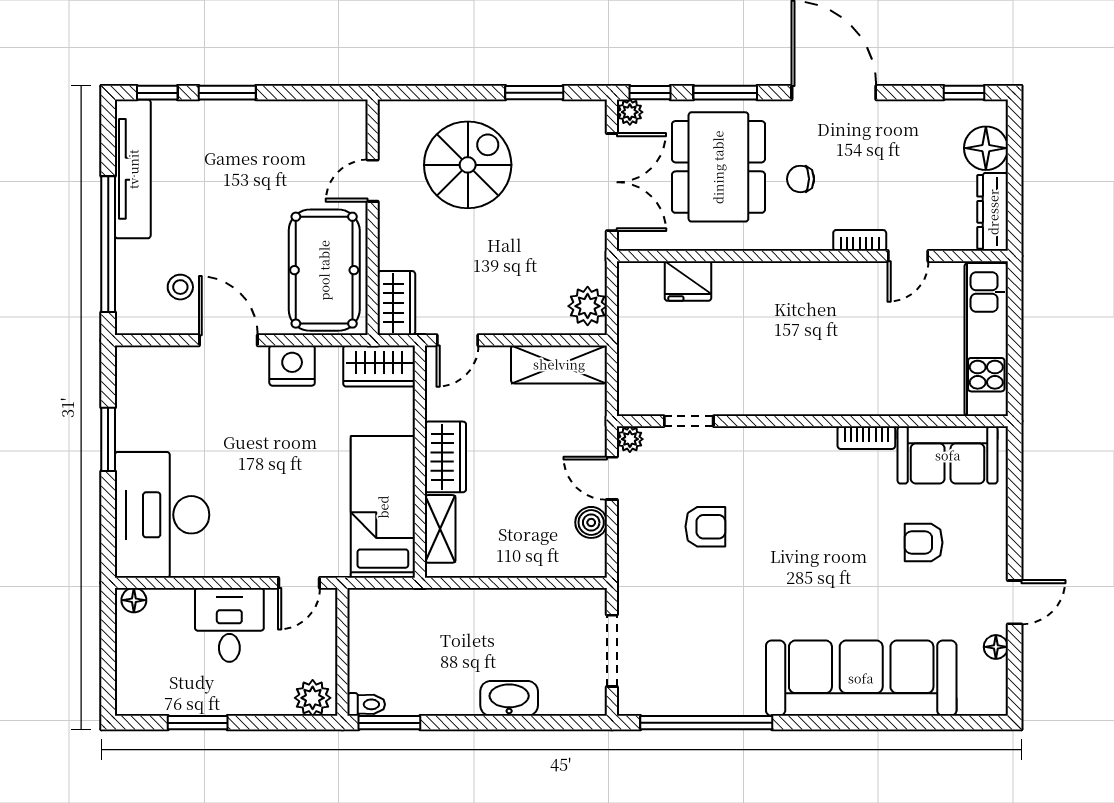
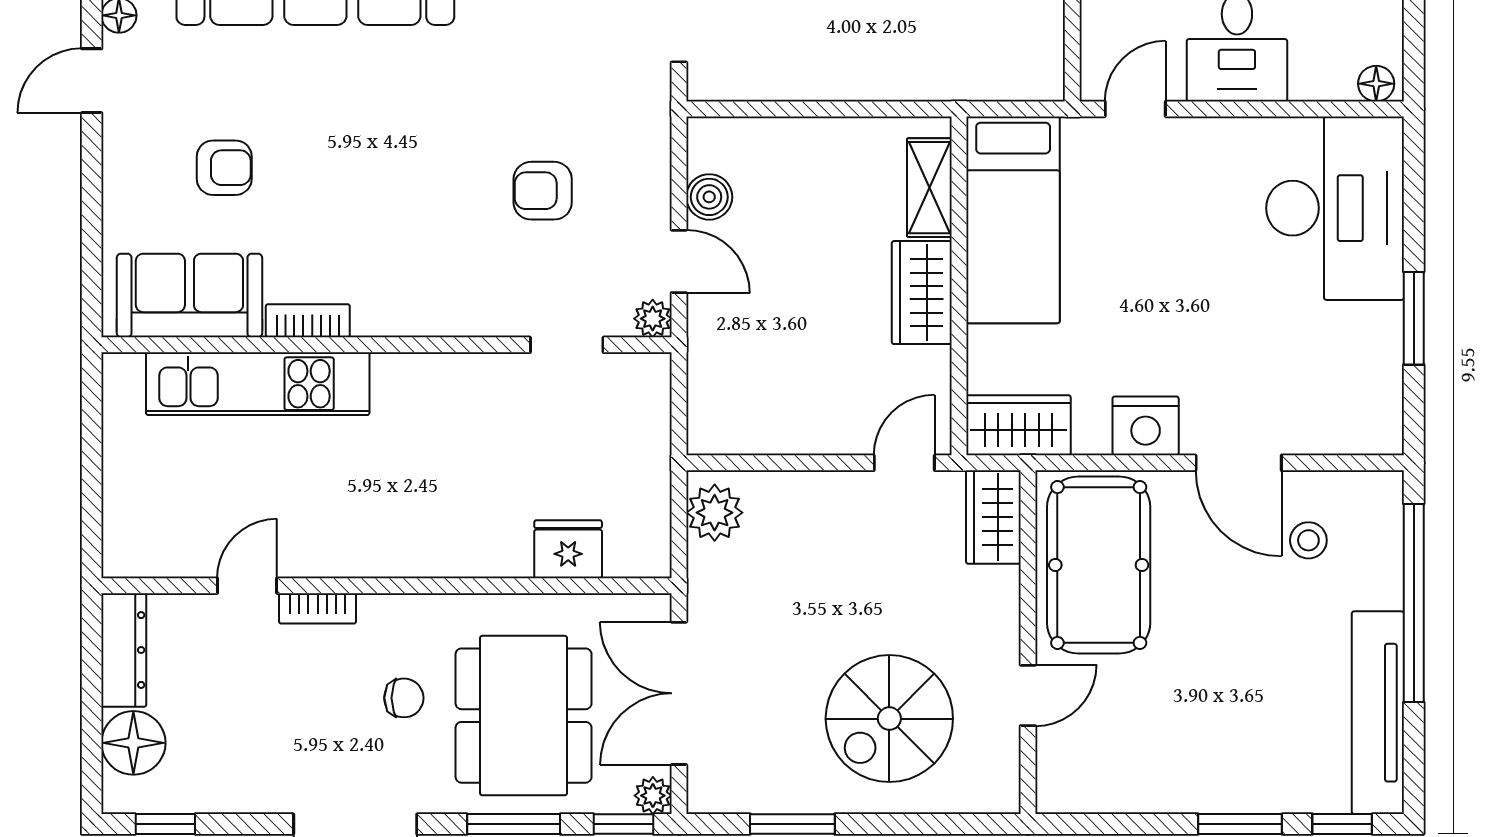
kitchen unit: (986, 339) -> (258, 384), moved, turned 90
shelving: (559, 364) -> (756, 428), removed

